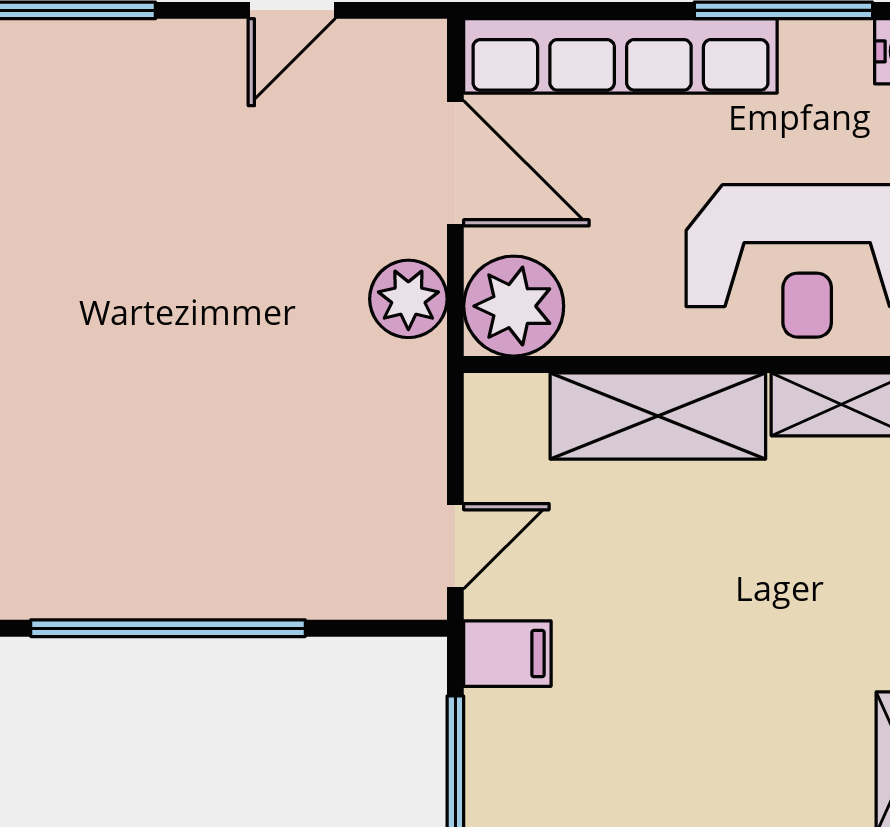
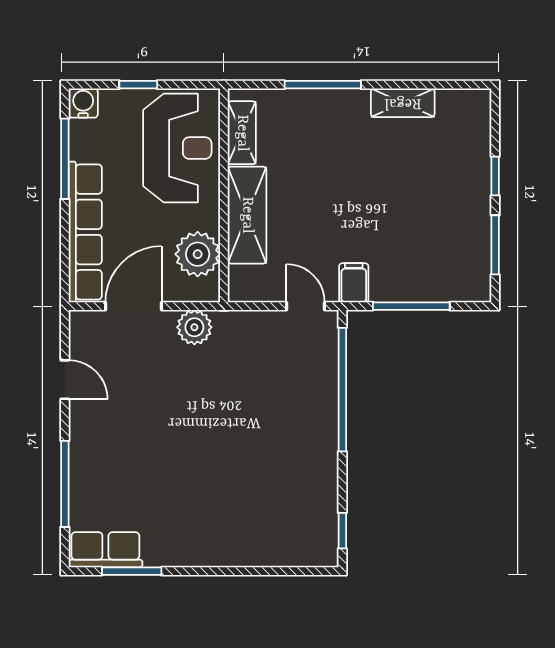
plant: (514, 306) -> (198, 254), moved
window: (168, 628) -> (342, 390), moved

